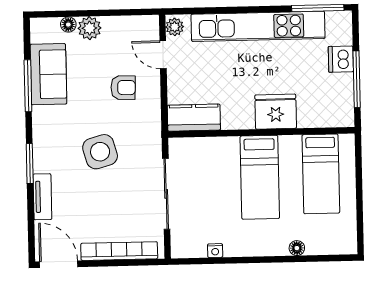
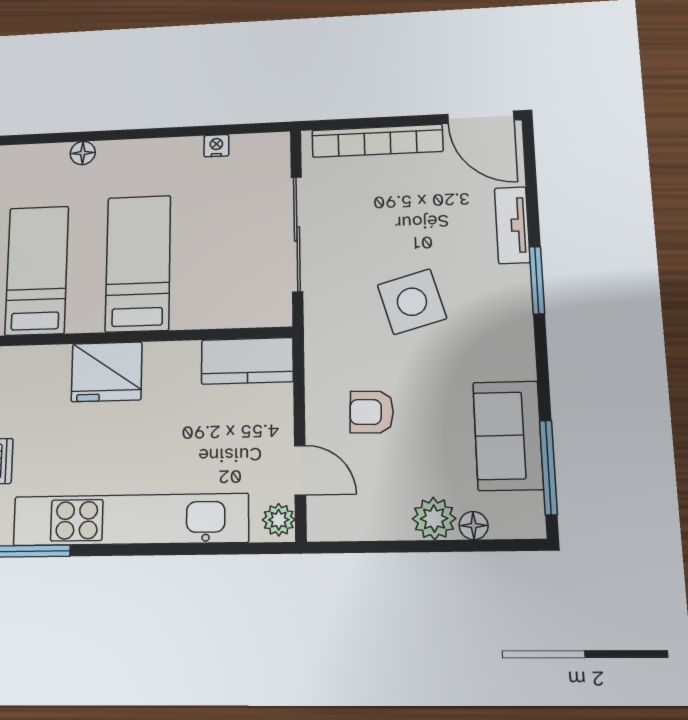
window: (28, 86) -> (548, 467), moved

